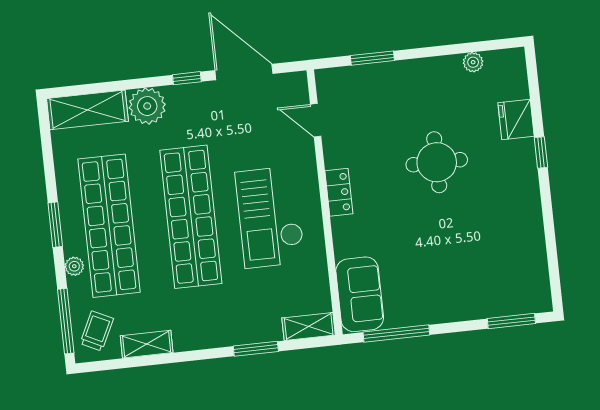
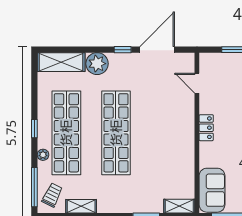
door: (244, 72) -> (157, 50), hinge flipped
checkout: (270, 217) -> (163, 138), removed
window: (55, 225) -> (34, 129), width x0.67

